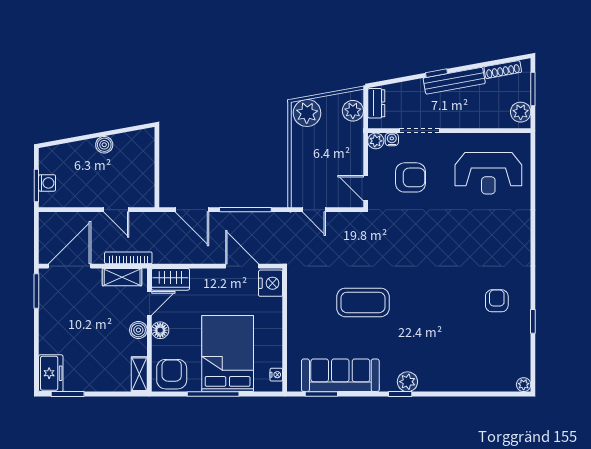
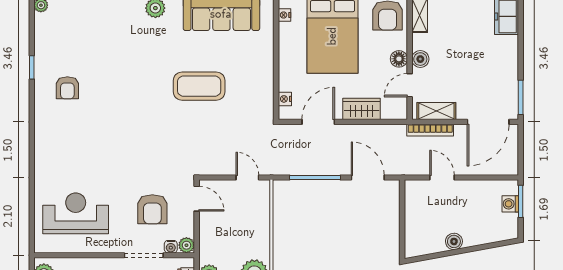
armchair: (410, 177) -> (152, 209), turned -90
door: (242, 266) -> (318, 122), swing flipped
wardrobe: (170, 279) -> (362, 109), moved
nightstand: (271, 283) -> (285, 99), width x0.53, depth x0.56

